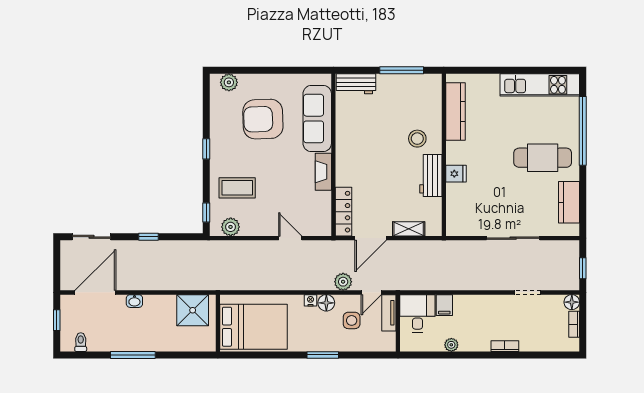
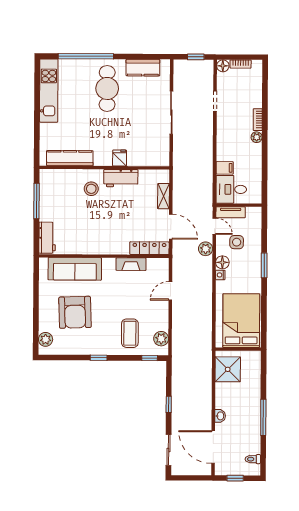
fireplace: (323, 172) -> (131, 264), moved
plant: (451, 345) -> (257, 137), moved

